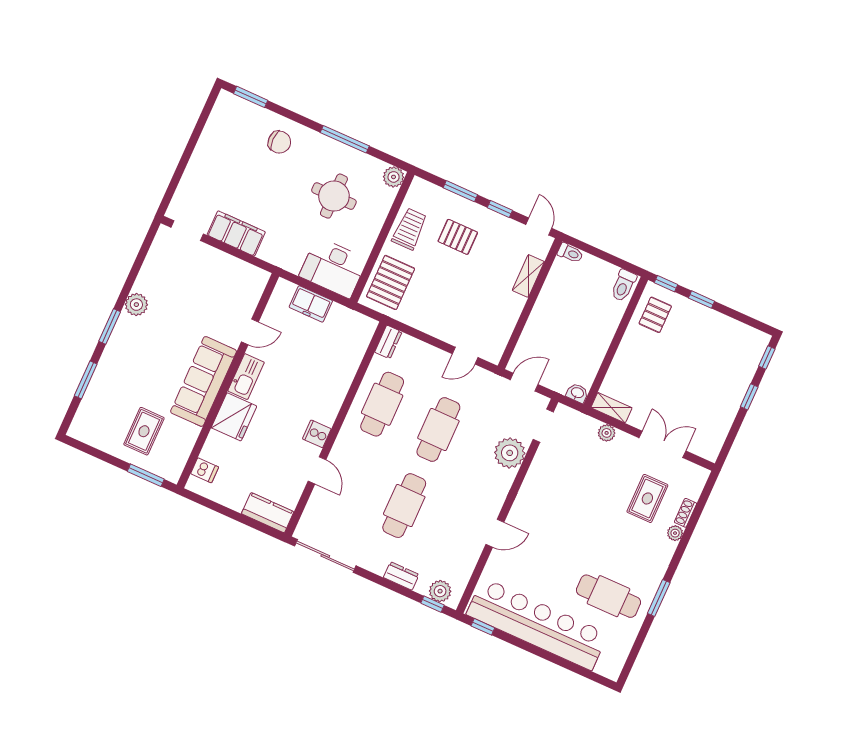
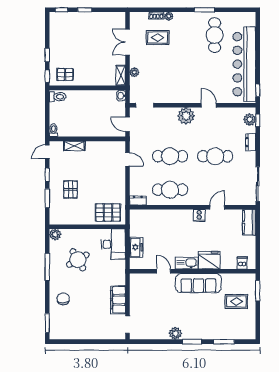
round table: (334, 196) -> (78, 260), turned -30
trolley: (409, 229) -> (77, 215), removed
plant: (510, 453) -> (186, 116), moved

